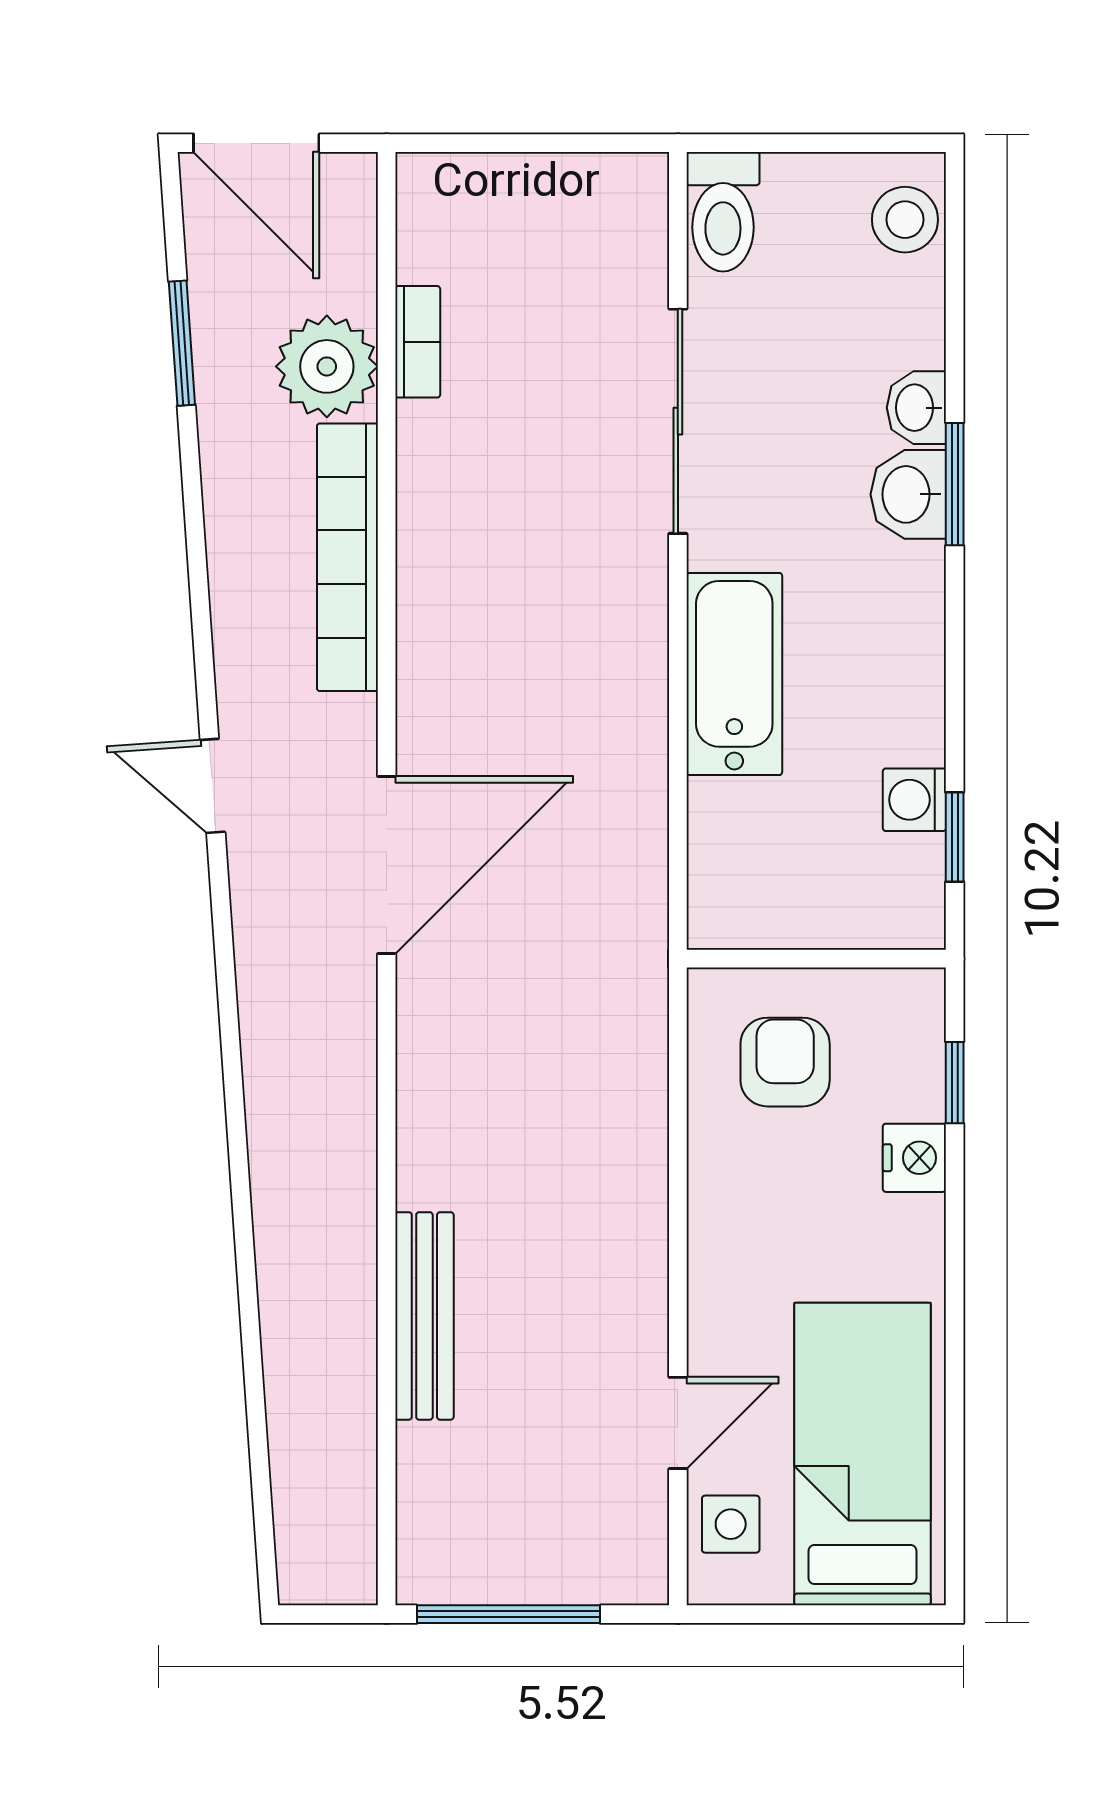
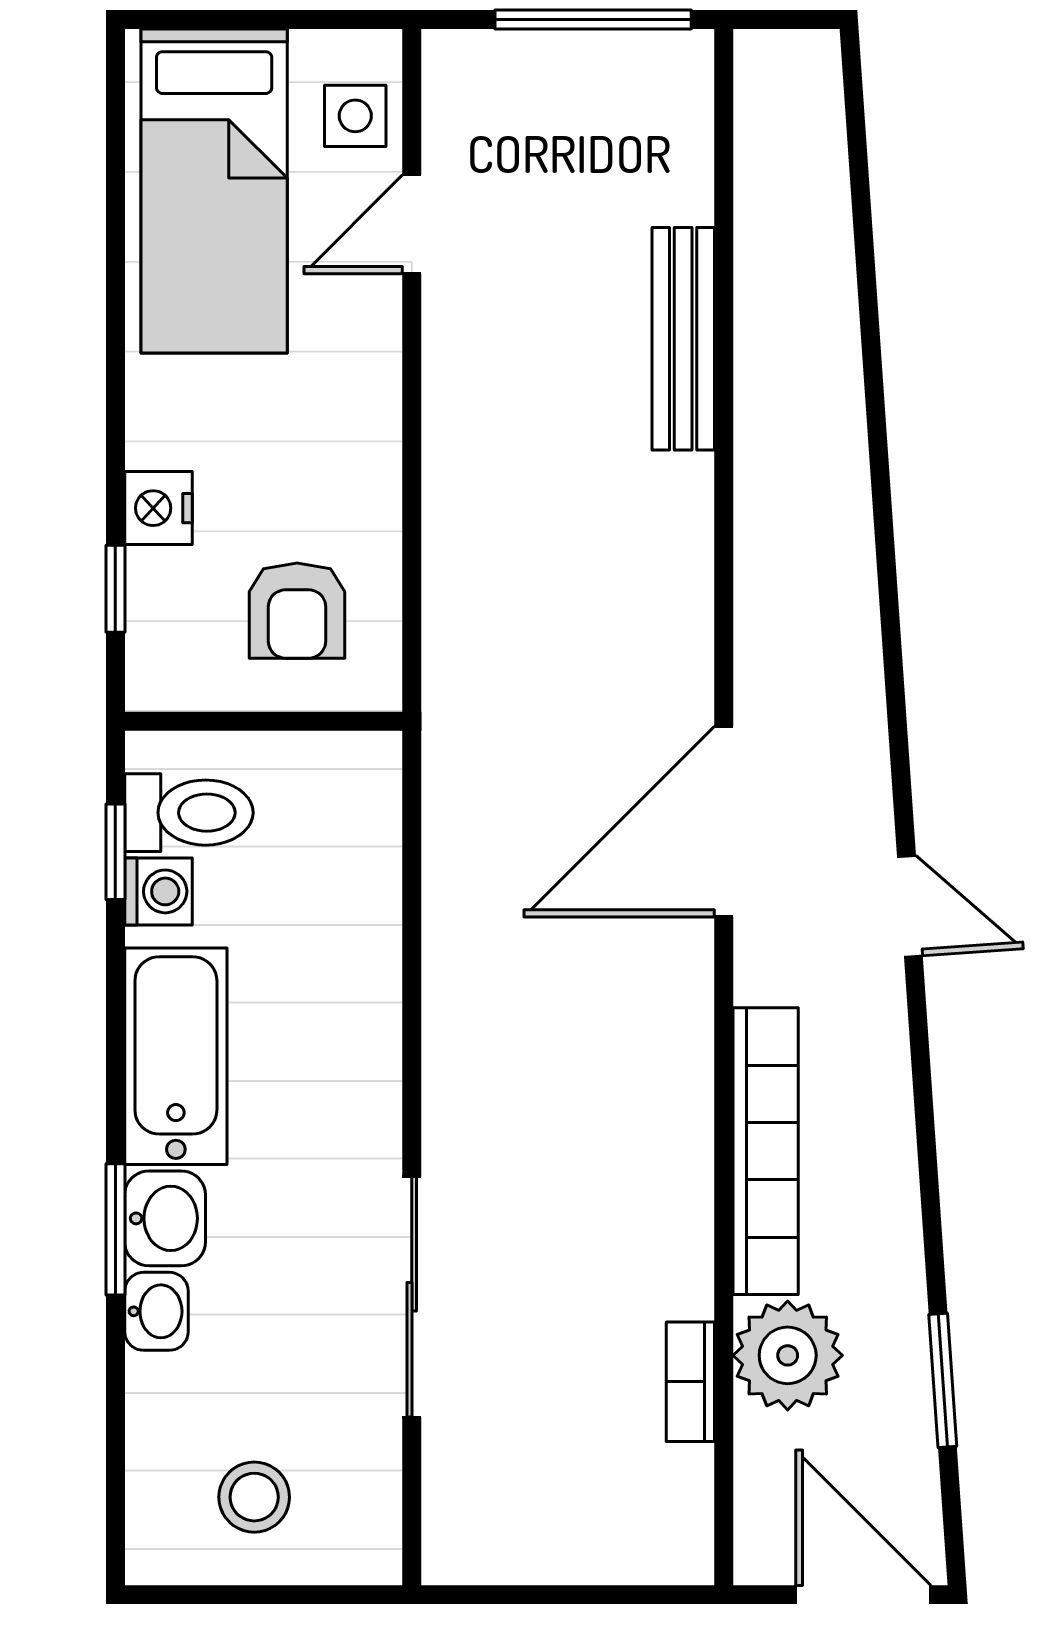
toilet: (723, 212) -> (189, 813), moved, turned 90
stool: (905, 220) -> (254, 1497), moved
bathtub: (734, 674) -> (176, 1056), moved, turned 180

